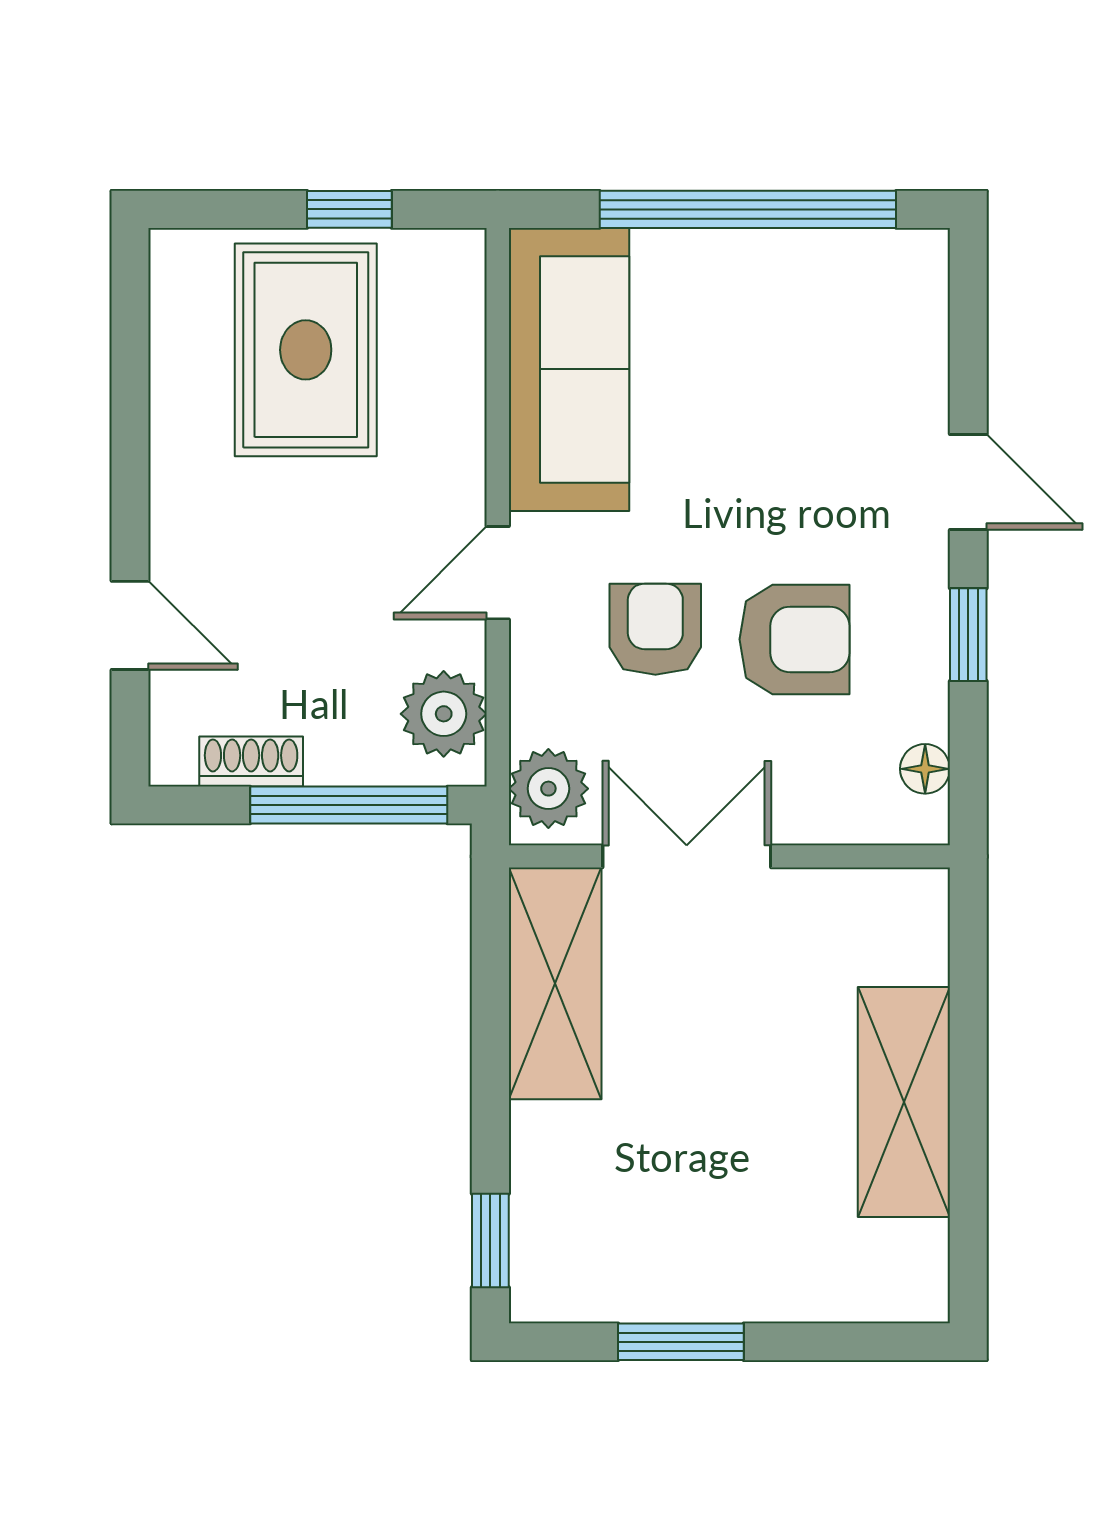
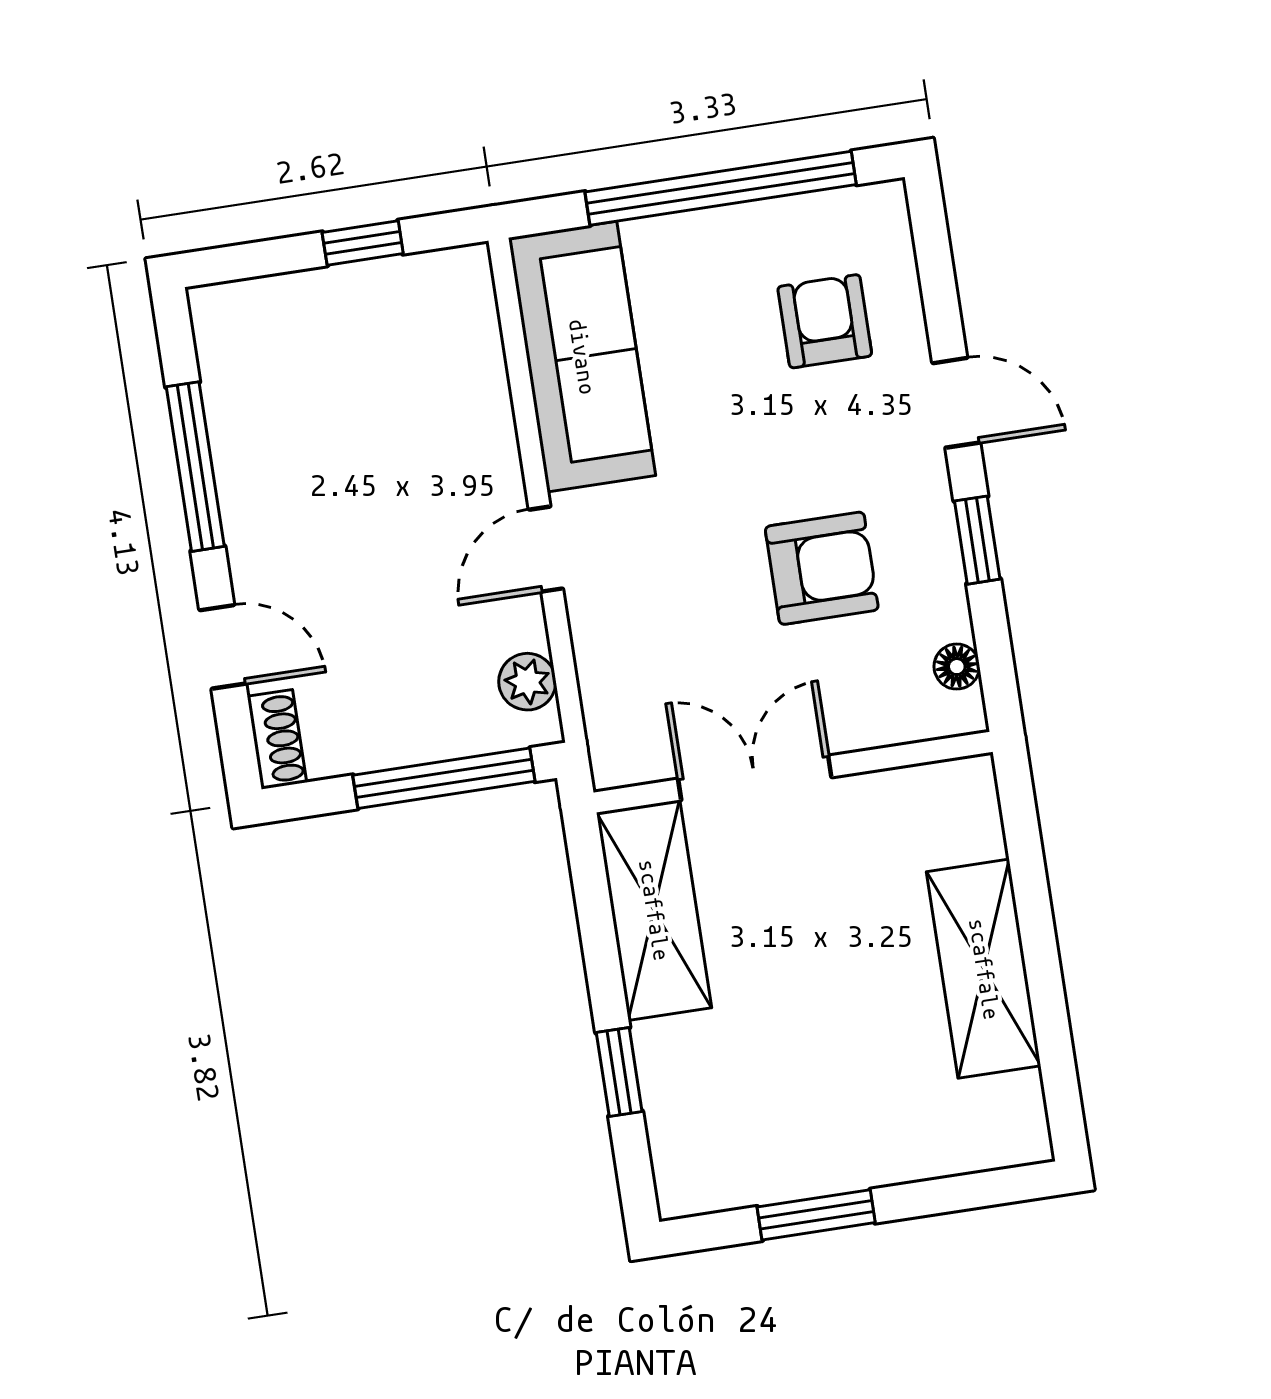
rug: (306, 350) -> (343, 375), removed
window: (130, 425) -> (195, 467), added
armchair: (655, 629) -> (825, 321), moved
plant: (444, 714) -> (527, 682), width x0.73, depth x0.73
shoe rack: (251, 761) -> (277, 739), moved, turned 90
plant: (548, 789) -> (621, 736), removed
window: (490, 1240) -> (619, 1072), moved

